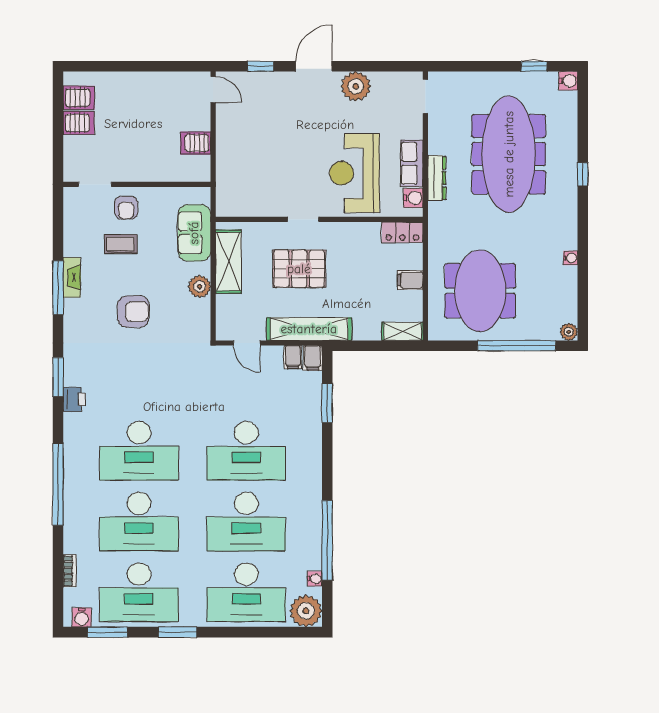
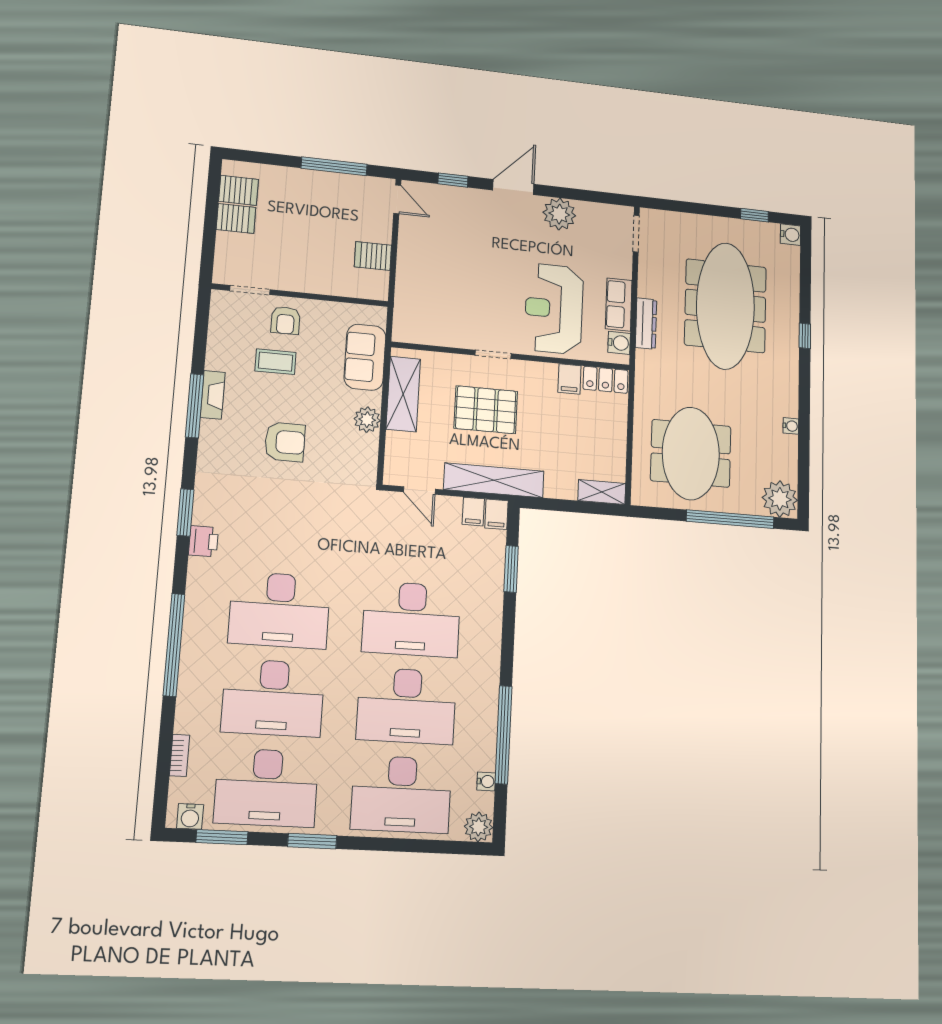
window: (157, 66) -> (334, 166), added
filing cabinet: (410, 280) -> (569, 379), moved, turned -90
plant: (569, 332) -> (780, 499), width x1.88, depth x1.88
plant: (306, 611) -> (479, 827), width x0.73, depth x0.73

